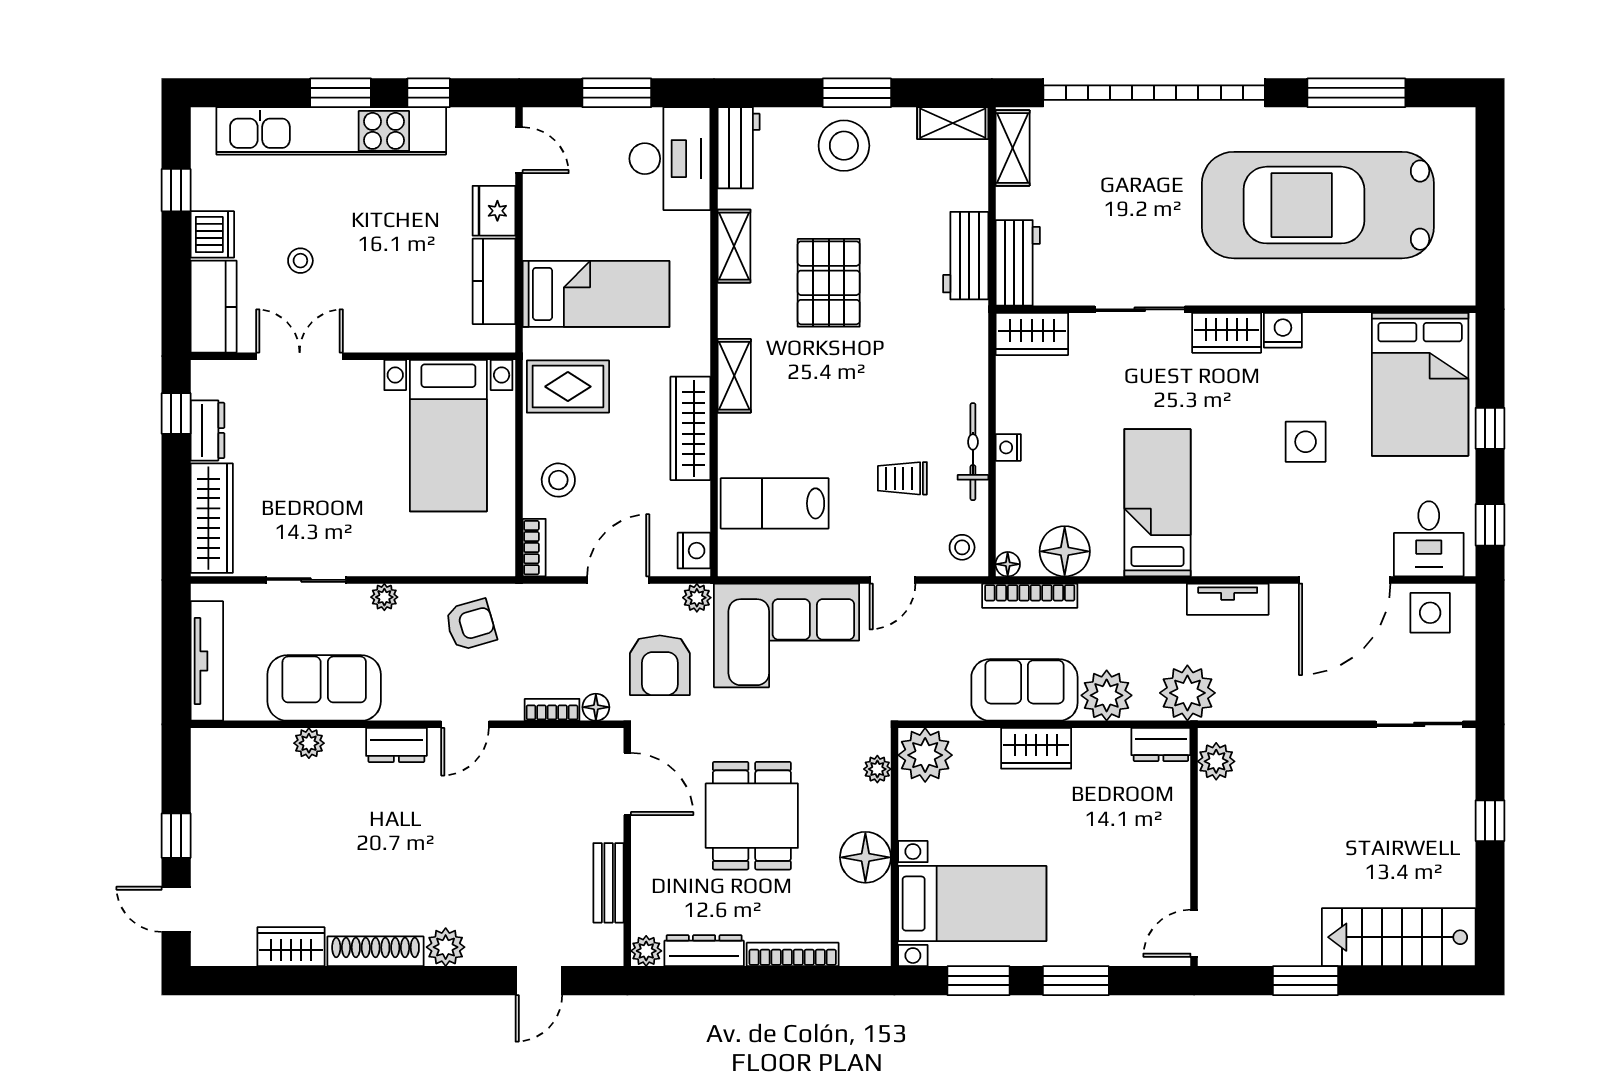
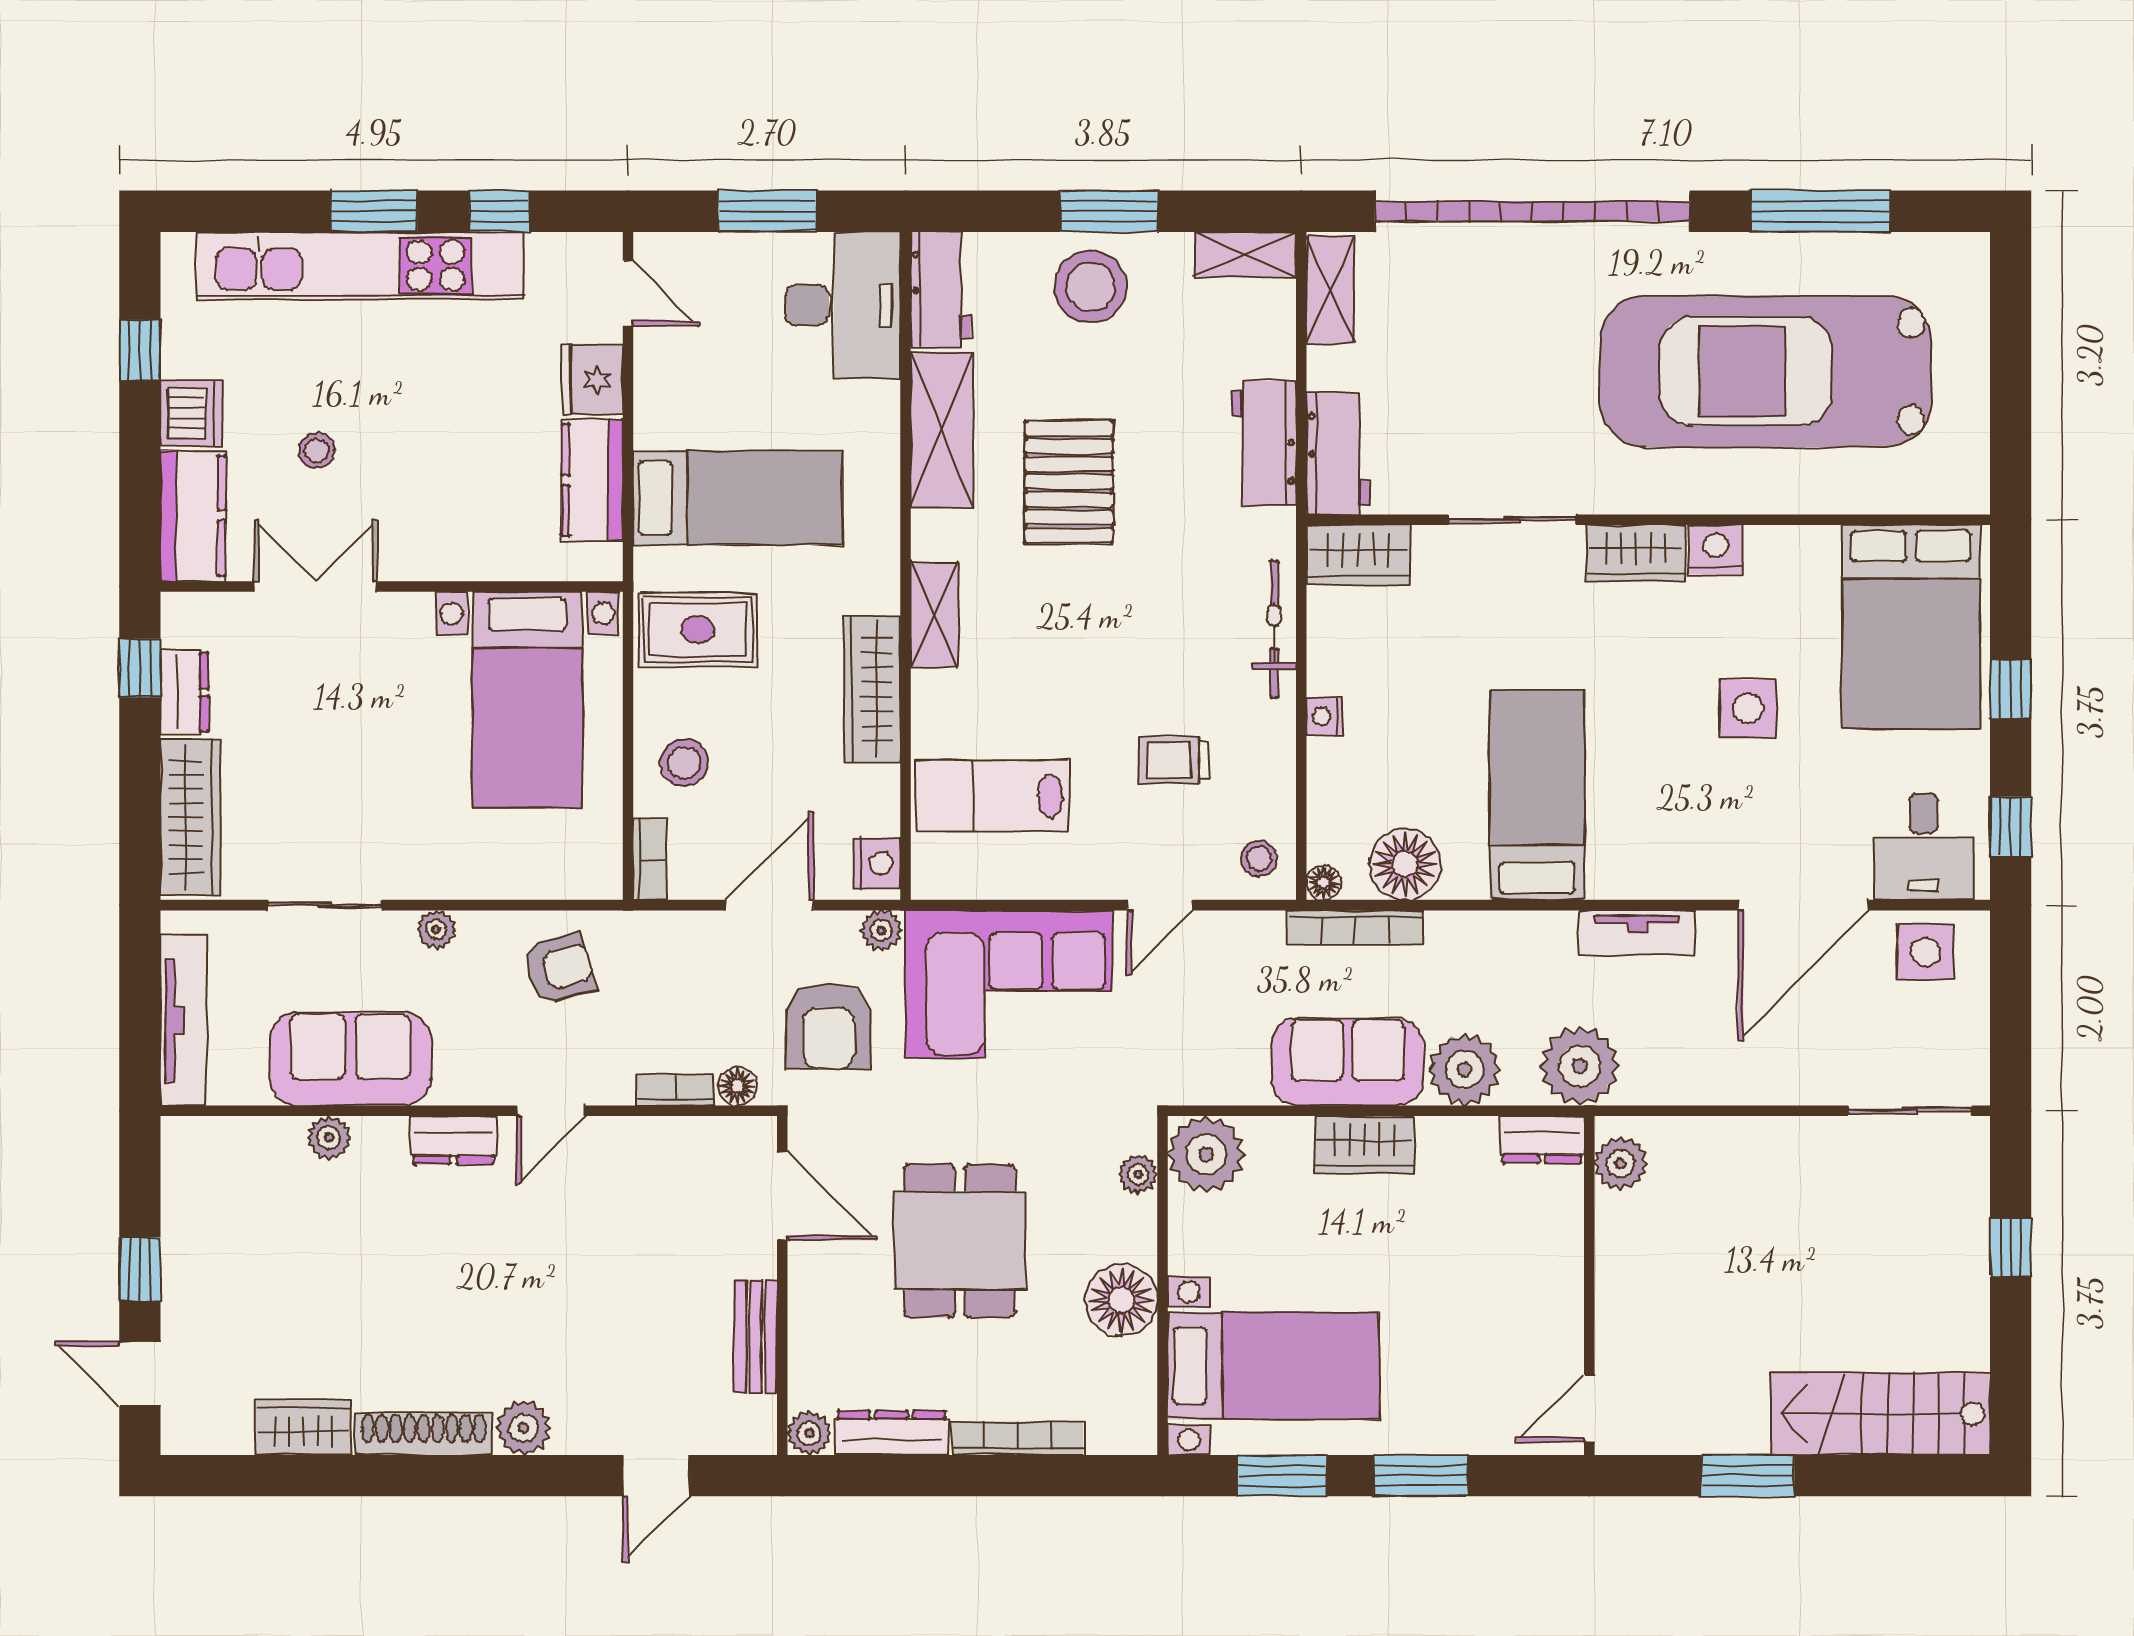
shelving: (734, 246) -> (942, 430), width x1.50, depth x1.33
bicycle: (973, 452) -> (1274, 629), moved

